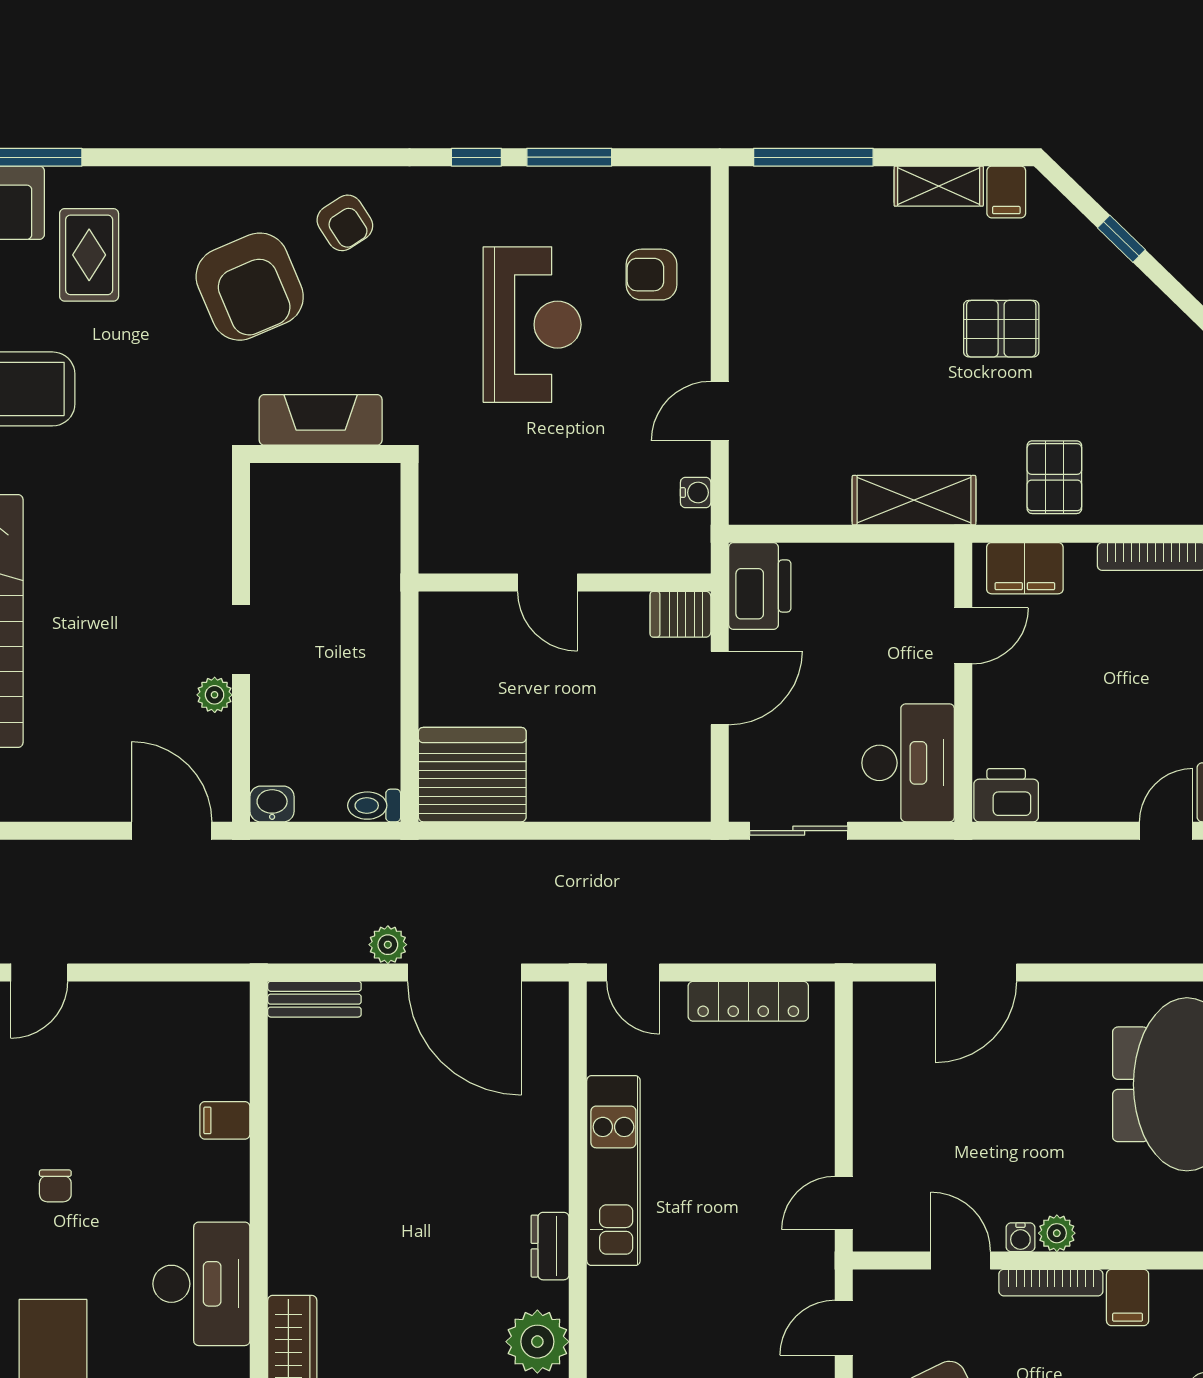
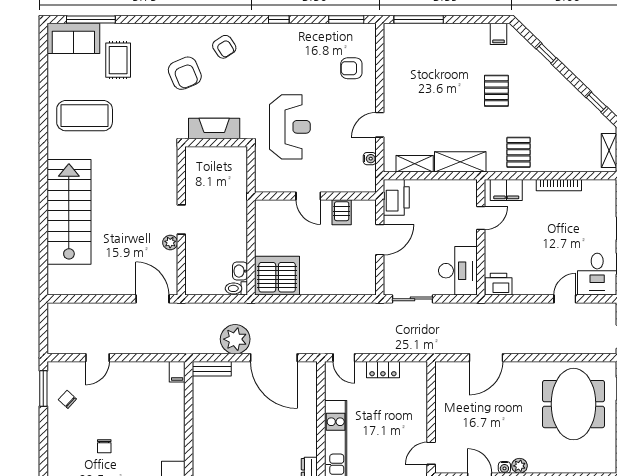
window: (569, 157) -> (346, 20), moved
shelving: (939, 186) -> (415, 164), moved
armchair: (250, 287) -> (185, 73), width x0.73, depth x0.73
reception desk: (532, 325) -> (290, 127), moved
pallet: (1001, 329) -> (496, 91), turned 90
server rack: (680, 614) -> (342, 212), moved, turned -90
washbasin: (272, 804) -> (240, 271), moved, turned -90
plant: (388, 945) -> (235, 339), width x1.87, depth x1.87
locker: (748, 1001) -> (383, 370), width x0.66
filing cabinet: (225, 1120) -> (177, 372), moved, turned -90

